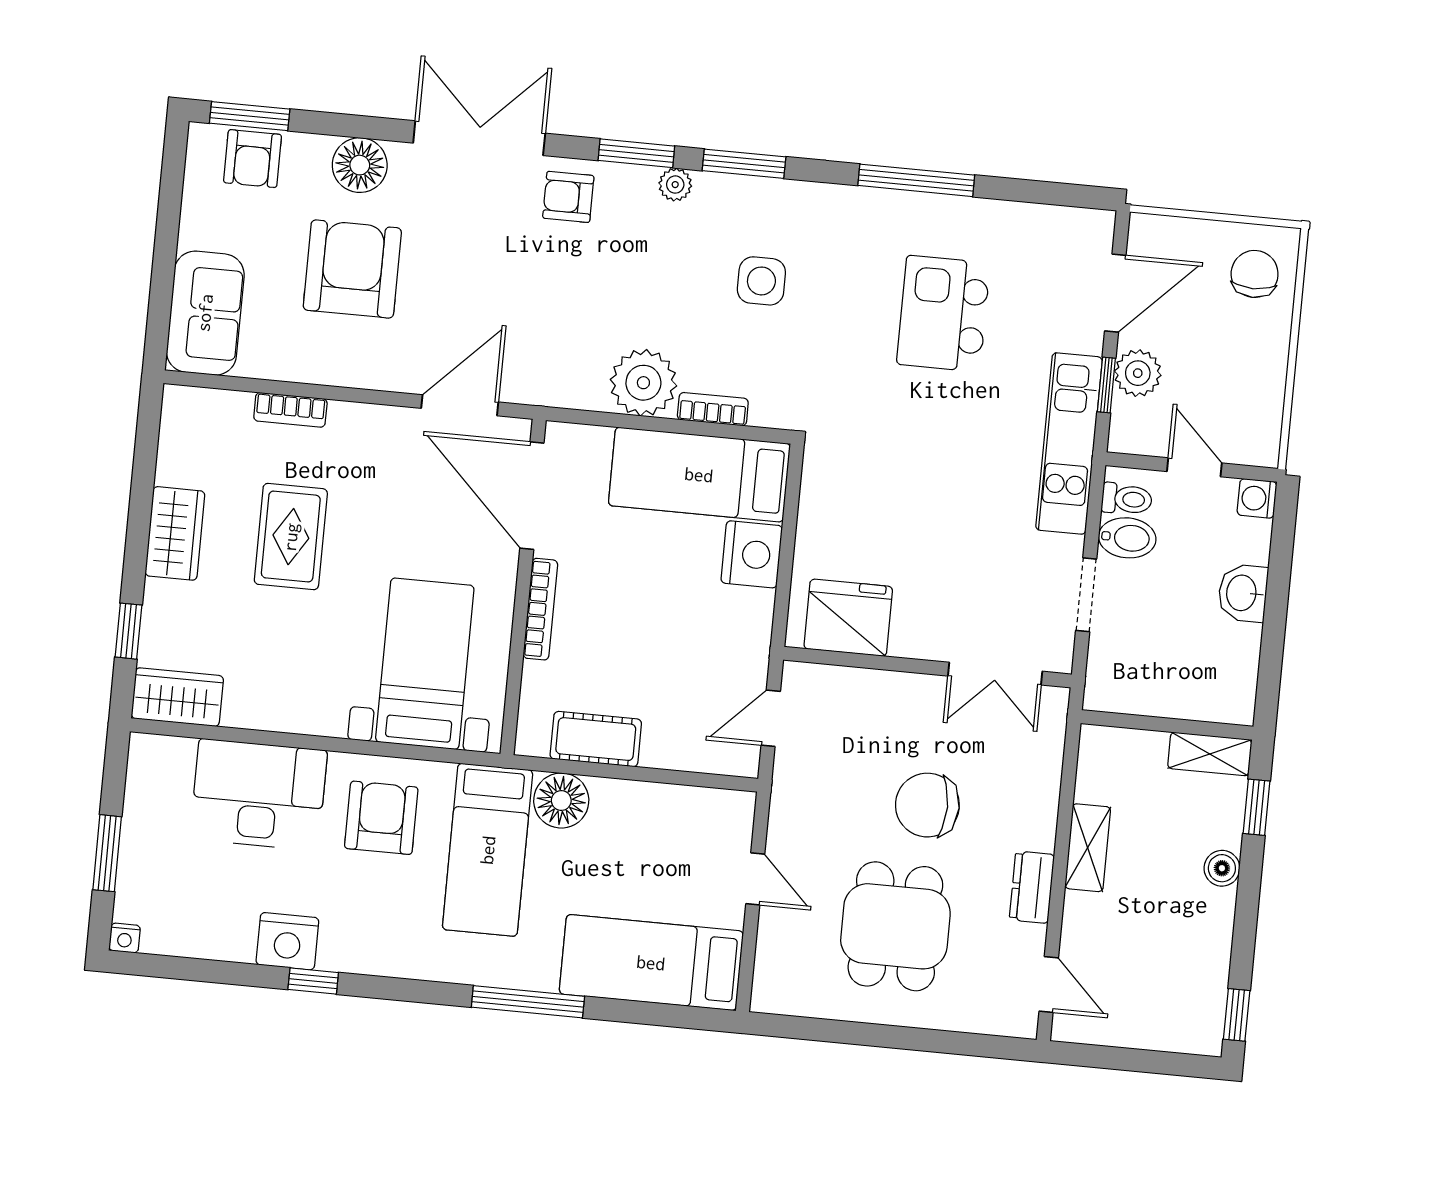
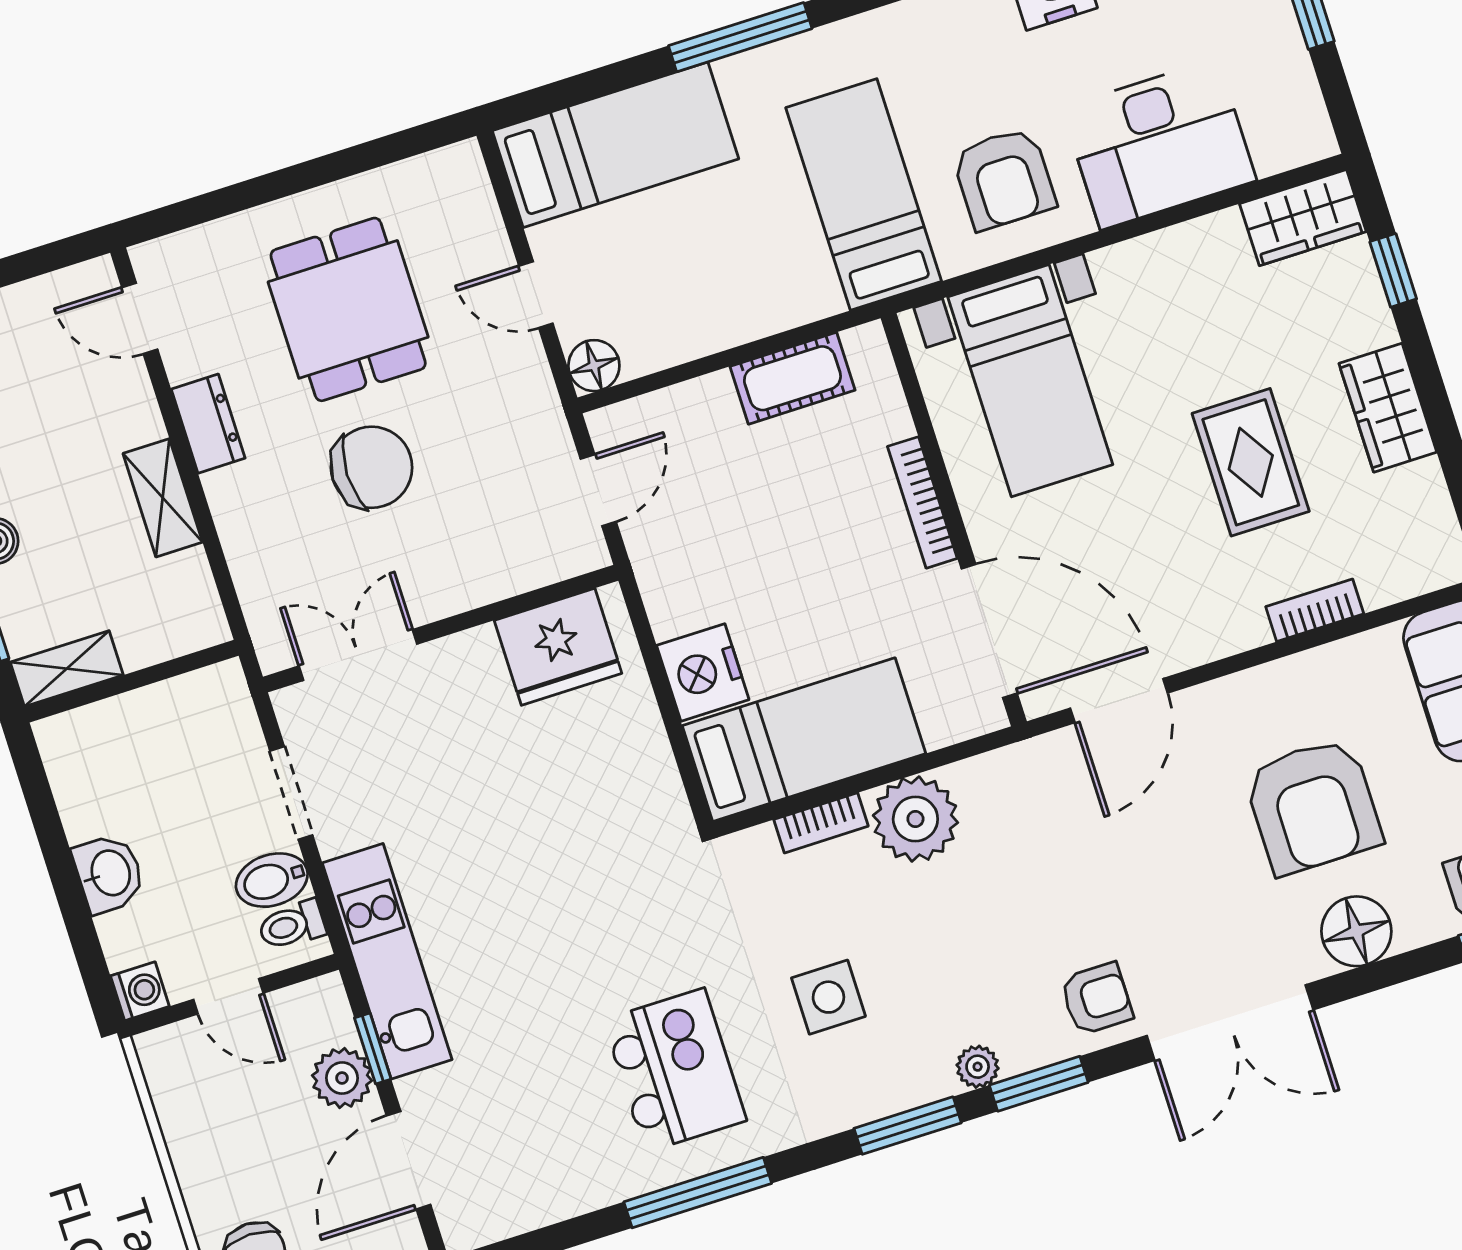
kitchen island: (943, 314) -> (675, 1070), moved
floor lamp: (561, 801) -> (594, 366), moved, width x0.73, depth x0.73

